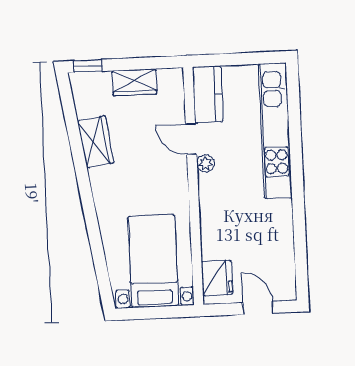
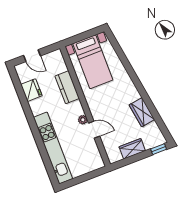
kitchen counter: (208, 94) -> (67, 87), moved
fridge: (217, 278) -> (31, 90), moved, turned 180

